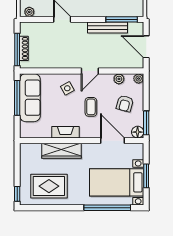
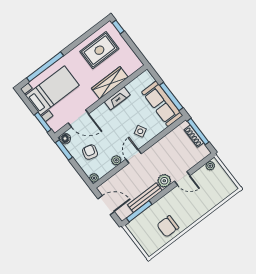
plant: (79, 29) -> (164, 181), added
plant: (119, 79) -> (116, 160), moved
coffee table: (91, 107) -> (113, 131), removed
window: (146, 176) -> (43, 122), moved

